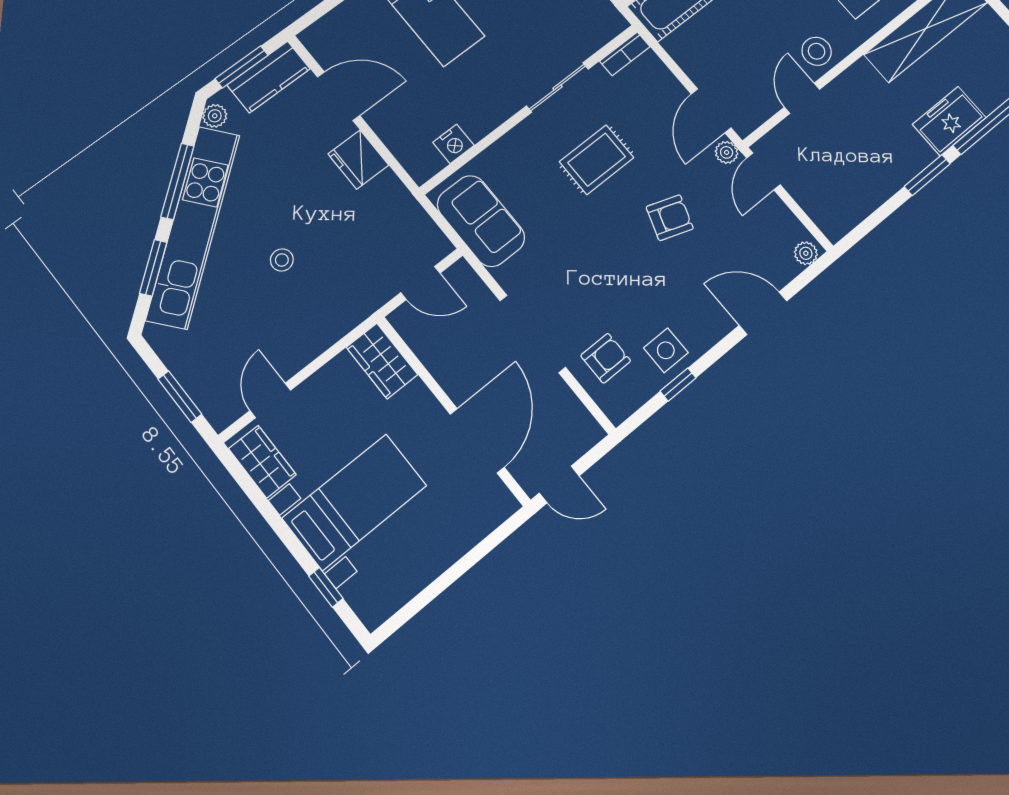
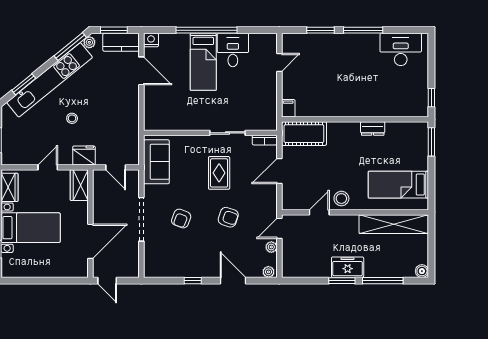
door: (711, 111) -> (279, 171), moved
freezer: (949, 121) -> (348, 267), moved
nightstand: (453, 144) -> (151, 40), moved, turned 180
plant: (727, 152) -> (271, 247), moved
fridge: (358, 160) -> (84, 156), moved, turned 90
rug: (597, 160) -> (219, 173), turned 90
window: (177, 181) -> (70, 47), moved
side table: (666, 350) -> (185, 265), removed
armchair: (606, 358) -> (181, 219), moved, turned 111
window: (678, 385) -> (193, 281), moved
door: (270, 400) -> (48, 167), moved

